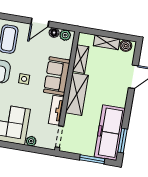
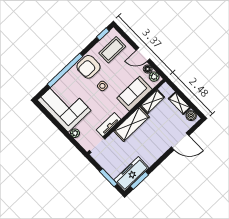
sofa: (57, 76) -> (135, 94), moved
freezer: (110, 133) -> (131, 174), width x0.73, depth x0.79

